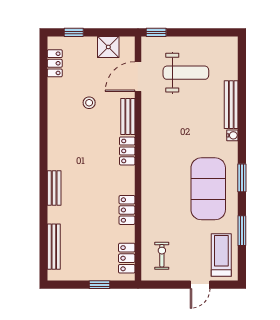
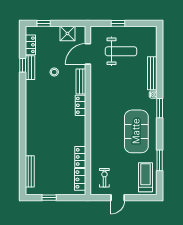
window: (156, 32) -> (118, 23), moved
window: (44, 93) -> (23, 65), added
window: (242, 178) -> (160, 108), moved
bench: (54, 188) -> (30, 68), moved
locker: (127, 210) -> (80, 157), moved
window: (99, 285) -> (49, 198), moved
door: (200, 285) -> (118, 198), moved

